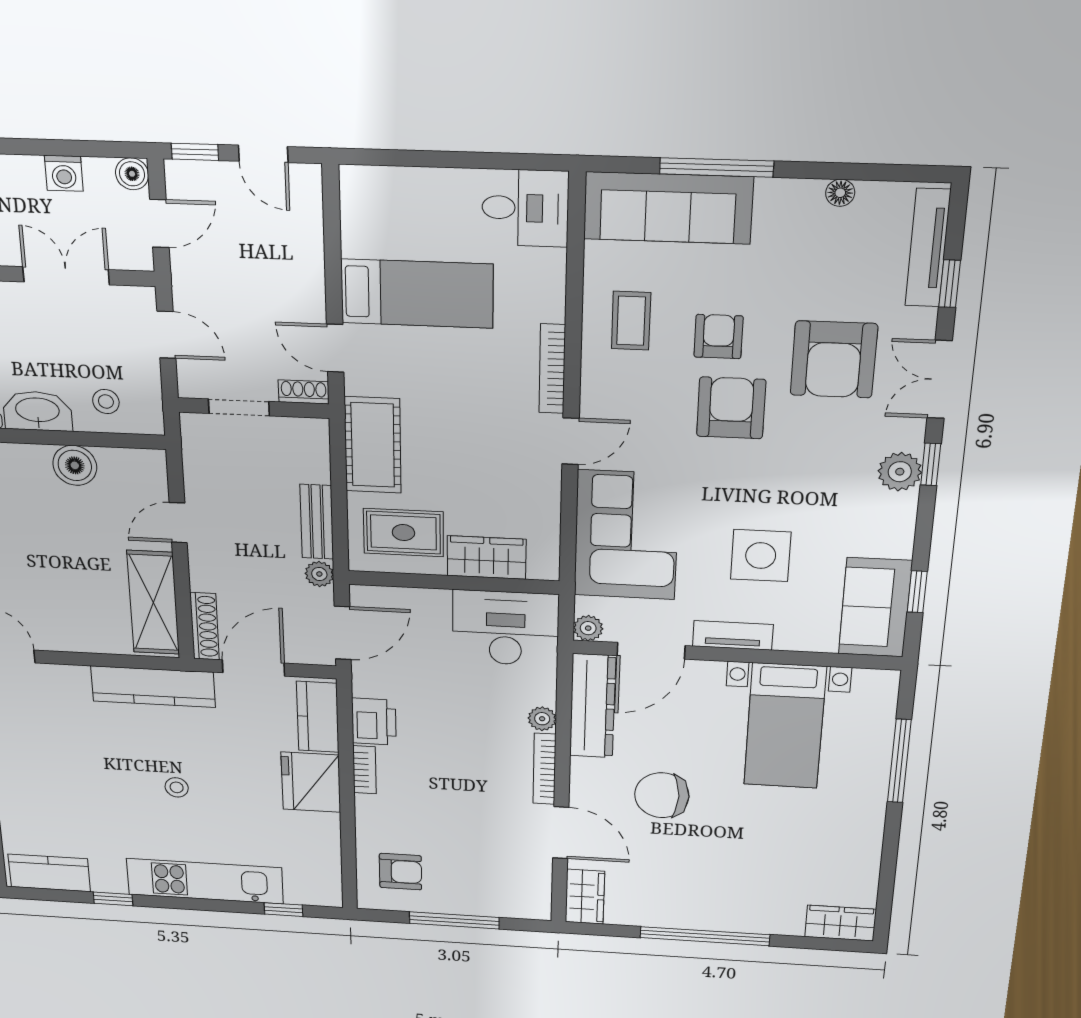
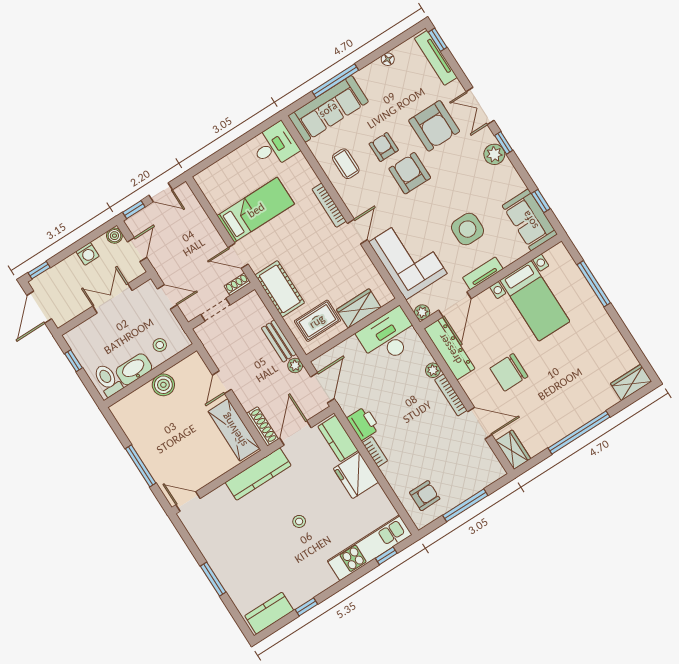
window: (950, 284) -> (438, 40), moved
kitchen unit: (205, 881) -> (370, 548), moved

